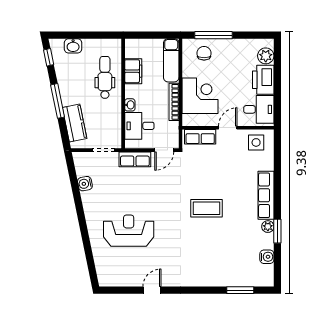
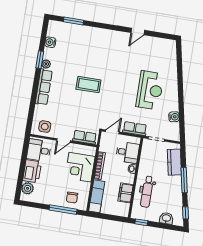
window: (106, 35) -> (141, 222), added
reception desk: (129, 231) -> (150, 90), moved, turned -90

